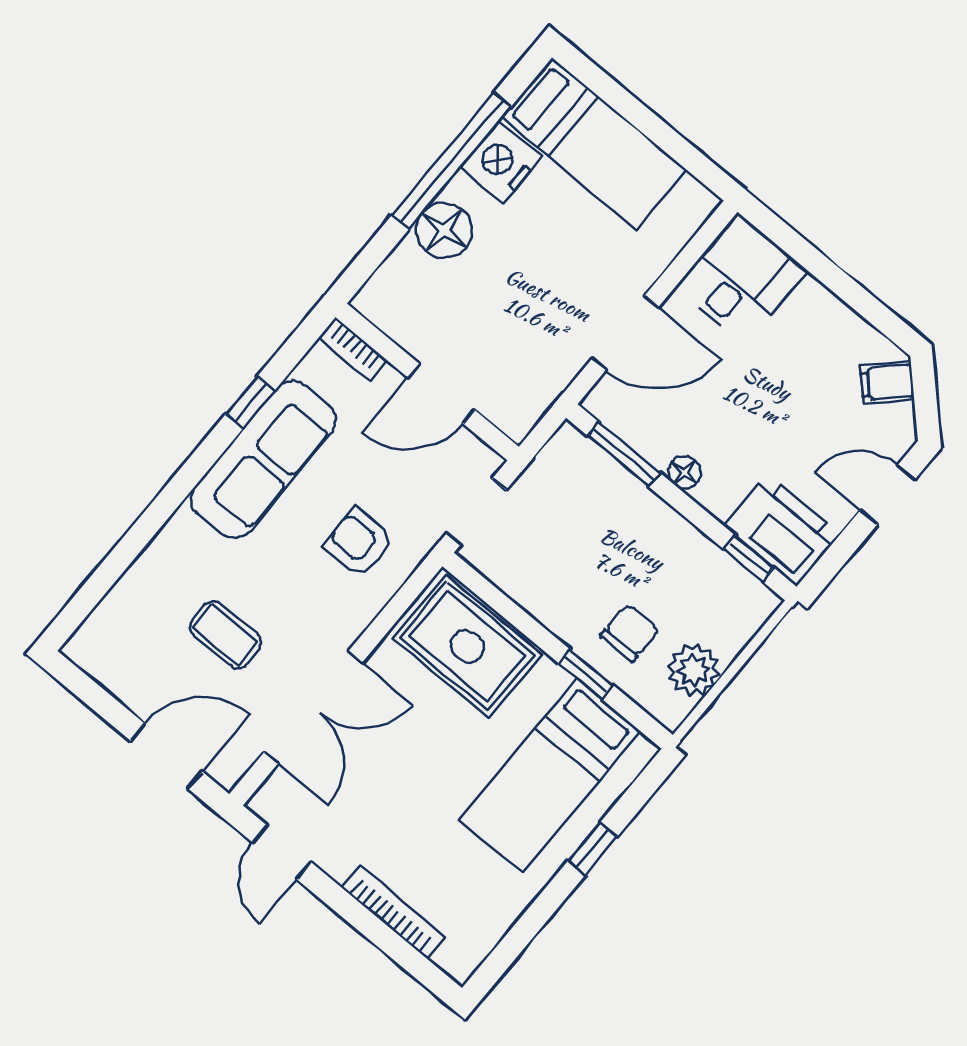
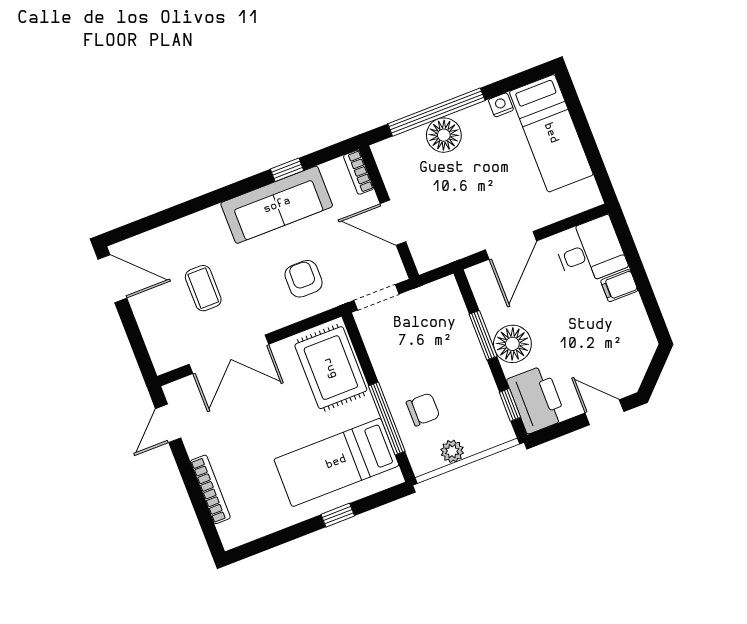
window: (451, 161) -> (436, 112), moved
nightstand: (501, 162) -> (501, 105), width x0.53, depth x0.56
door: (625, 333) -> (511, 245), hinge flipped
filing cabinet: (887, 383) -> (619, 286), moved, turned -45
window: (624, 455) -> (483, 335), moved
floor lamp: (684, 472) -> (512, 344), width x1.89, depth x1.89
plant: (694, 670) -> (452, 451), width x0.73, depth x0.73
window: (586, 674) -> (387, 419), width x2.17
door: (167, 756) -> (112, 279), moved

